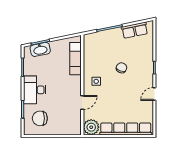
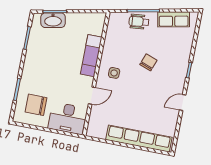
wheelchair: (108, 37) -> (139, 22), added
exam couch: (76, 59) -> (91, 56), moved
desk: (35, 90) -> (67, 118), moved, turned -90
plant: (91, 127) -> (97, 128), removed

